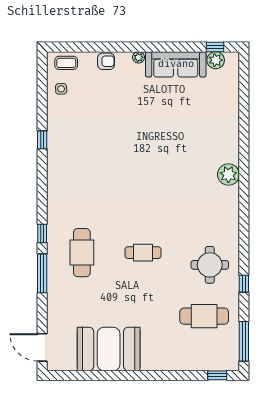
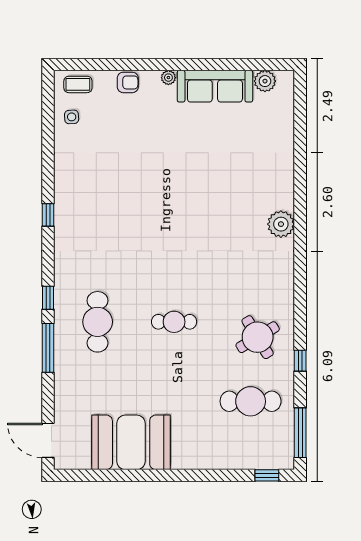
window: (215, 47) -> (264, 65), removed
window: (42, 140) -> (48, 215), moved
round table: (210, 265) -> (258, 337), turned -31

